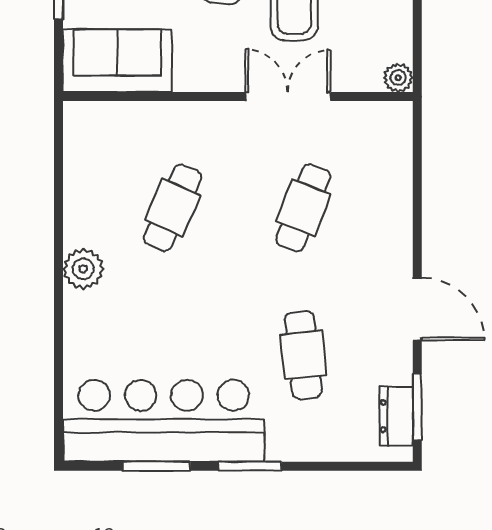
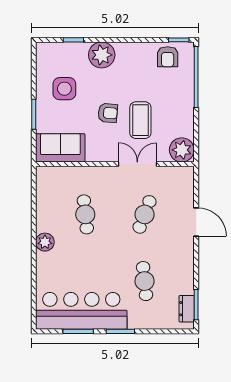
plant: (398, 78) -> (182, 150), width x1.88, depth x1.88
cafe table: (172, 208) -> (85, 214), turned -30
door: (417, 309) -> (196, 222), moved

